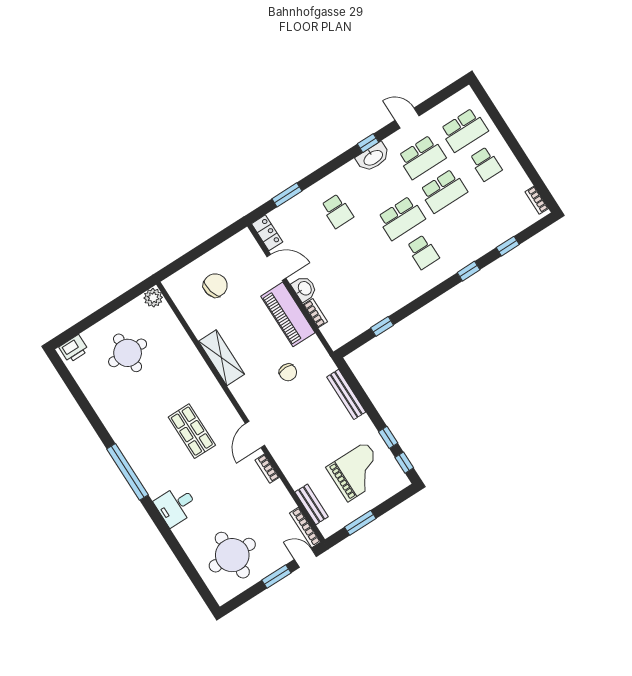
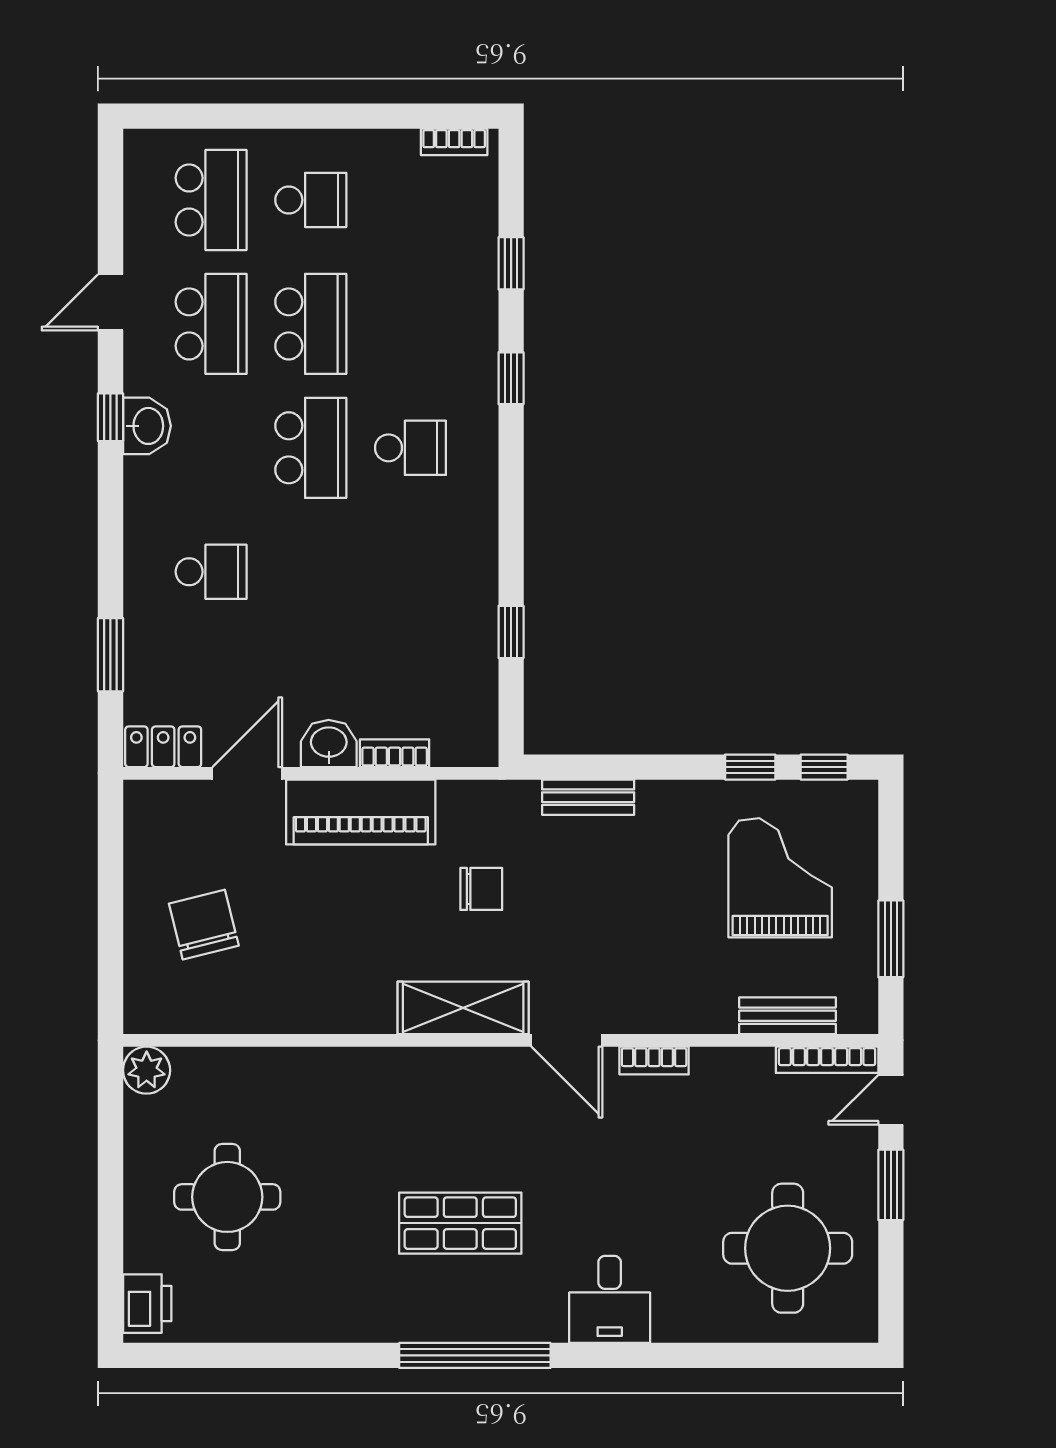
washbasin: (373, 157) -> (147, 426), width x0.72
shelving: (222, 358) -> (463, 1008), moved
bench: (346, 394) -> (588, 797), width x0.73
shop shelf: (192, 431) -> (460, 1223), moved

